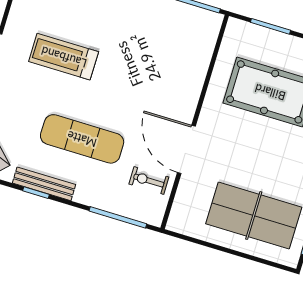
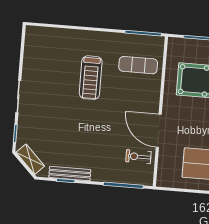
treadmill: (64, 57) -> (91, 78), moved, turned -90
exercise mat: (82, 139) -> (138, 65), moved, width x0.73, depth x0.69

